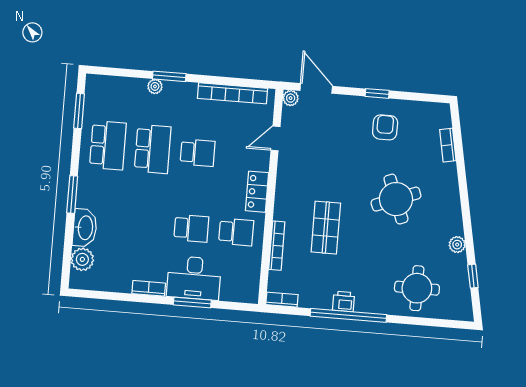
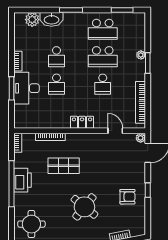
round table: (396, 199) -> (84, 207), turned -30
school desk: (236, 232) -> (56, 57), moved
printer: (344, 301) -> (22, 180), width x1.87, depth x1.48

